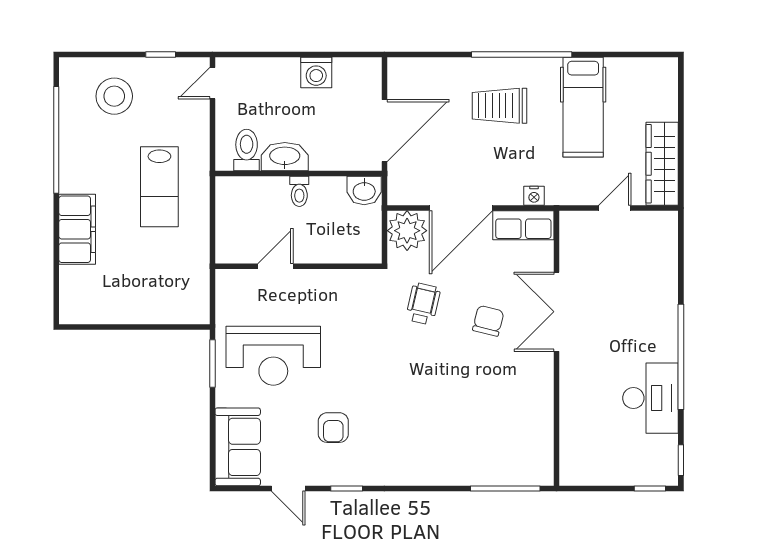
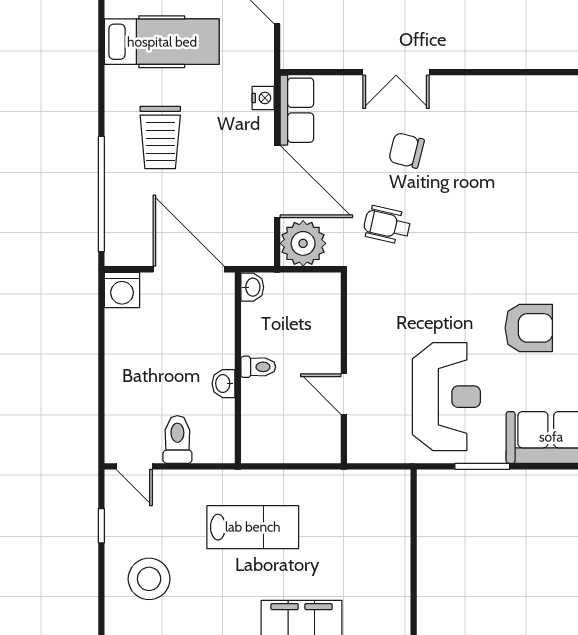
window: (522, 55) -> (101, 194), moved
washing machine: (316, 73) -> (122, 290), moved, turned 90
toilet: (247, 150) -> (177, 439), moved, turned 90
washbasin: (285, 157) -> (223, 384), width x0.52, depth x0.69
washbasin: (364, 191) -> (252, 287), width x0.72, depth x0.69
double door: (556, 312) -> (396, 72), width x0.73
window: (212, 363) -> (482, 466), moved
armchair: (333, 428) -> (529, 328), width x1.38, depth x1.38

